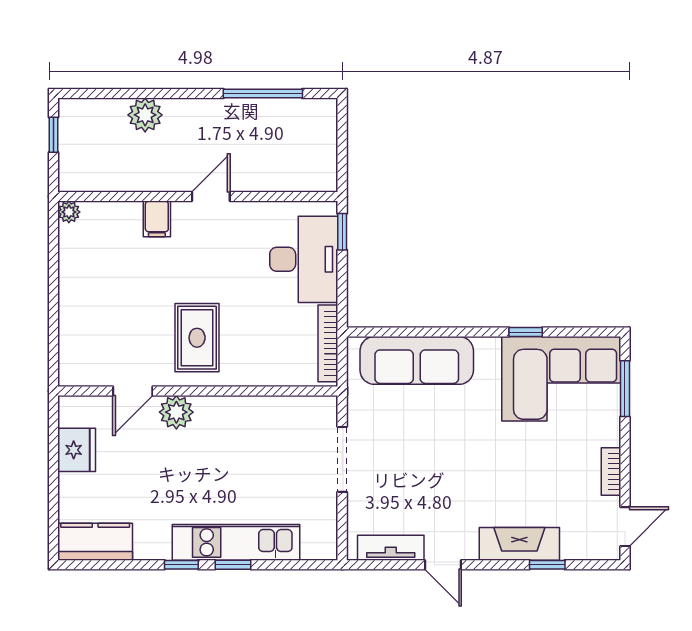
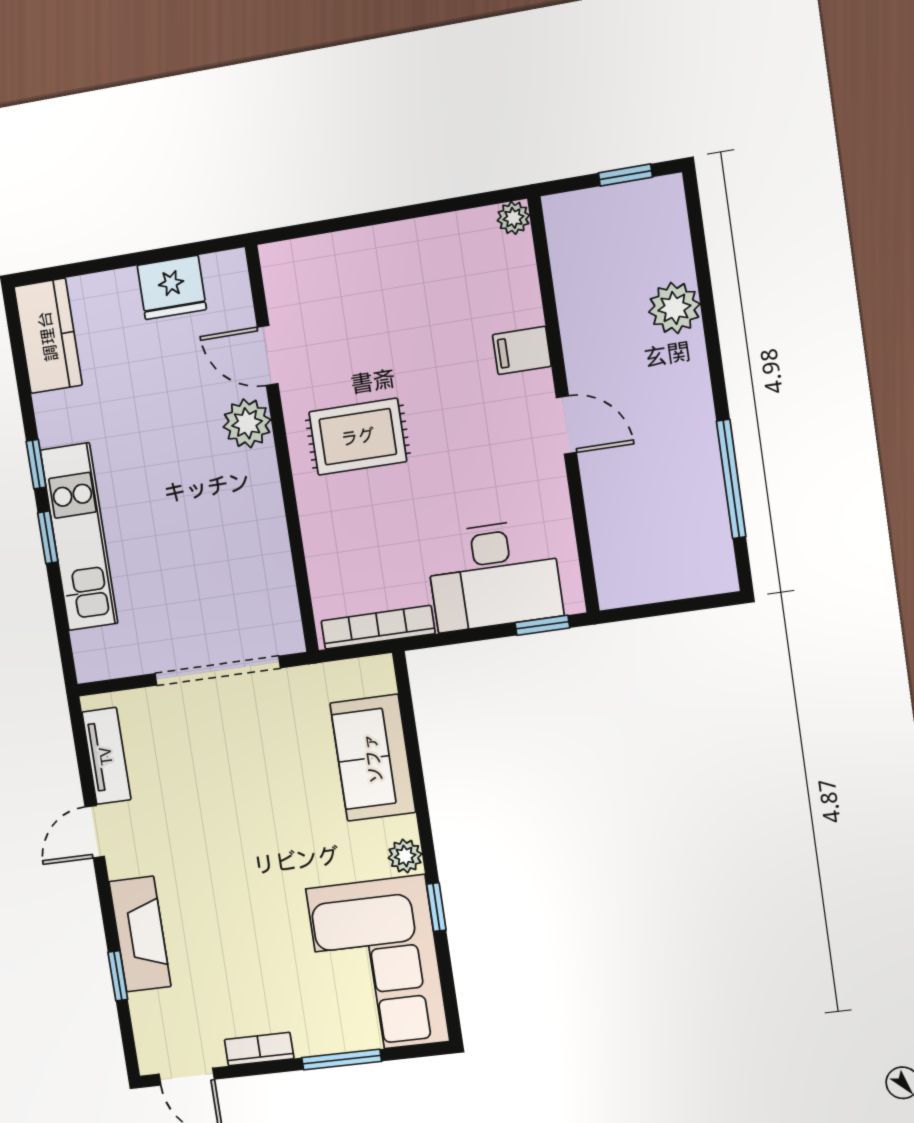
plant: (488, 348) -> (405, 856), added
sofa: (417, 360) -> (373, 758), width x0.73
window: (625, 389) -> (342, 1060), moved
doorway: (342, 459) -> (217, 671), width x1.36

